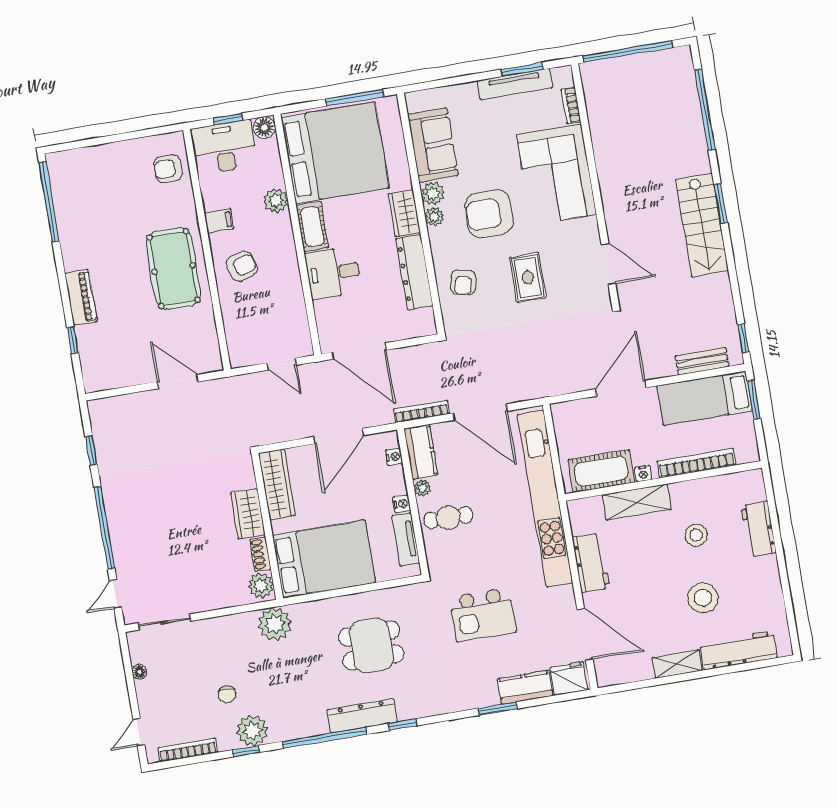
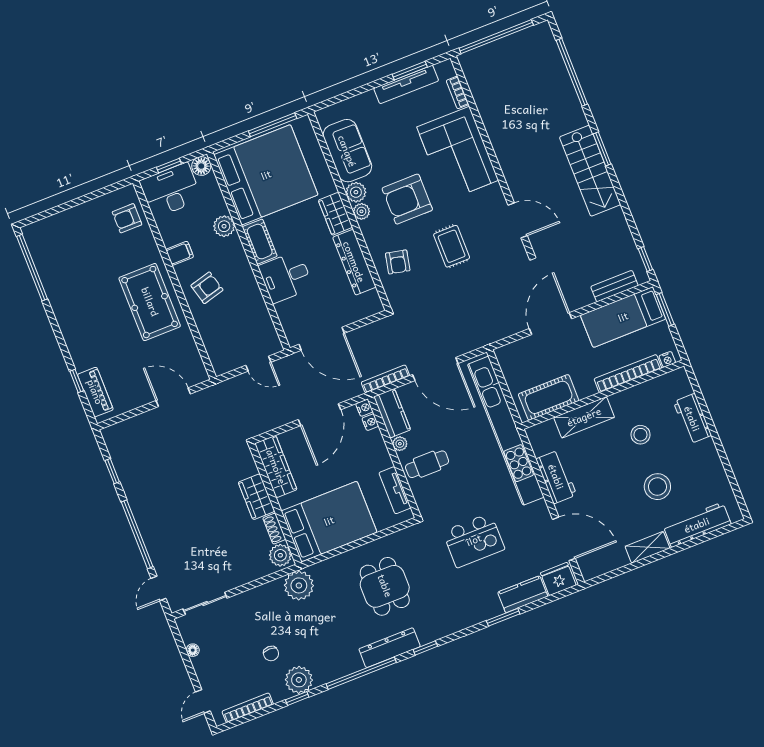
piano: (81, 297) -> (95, 392), moved
nightstand: (643, 474) -> (667, 359), moved
nightstand: (402, 504) -> (364, 408), moved
dining table: (371, 645) -> (385, 586), turned 90

